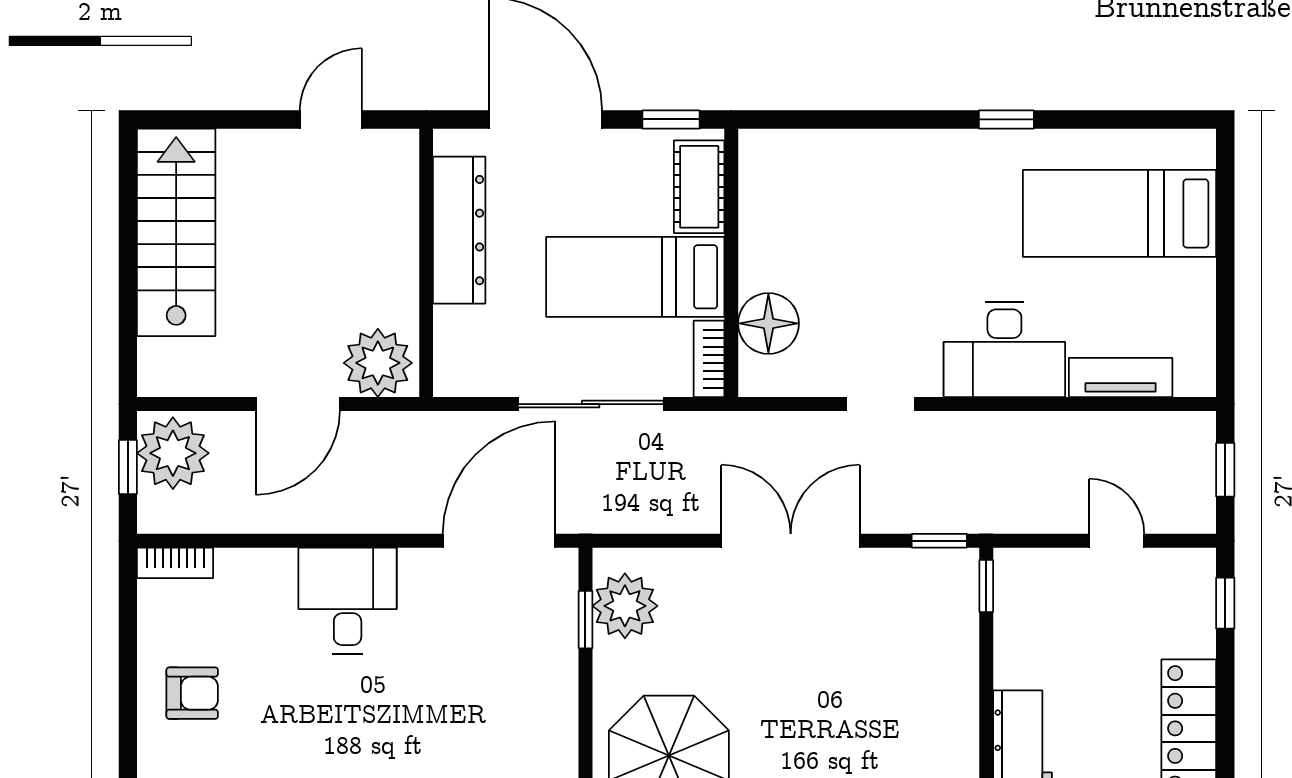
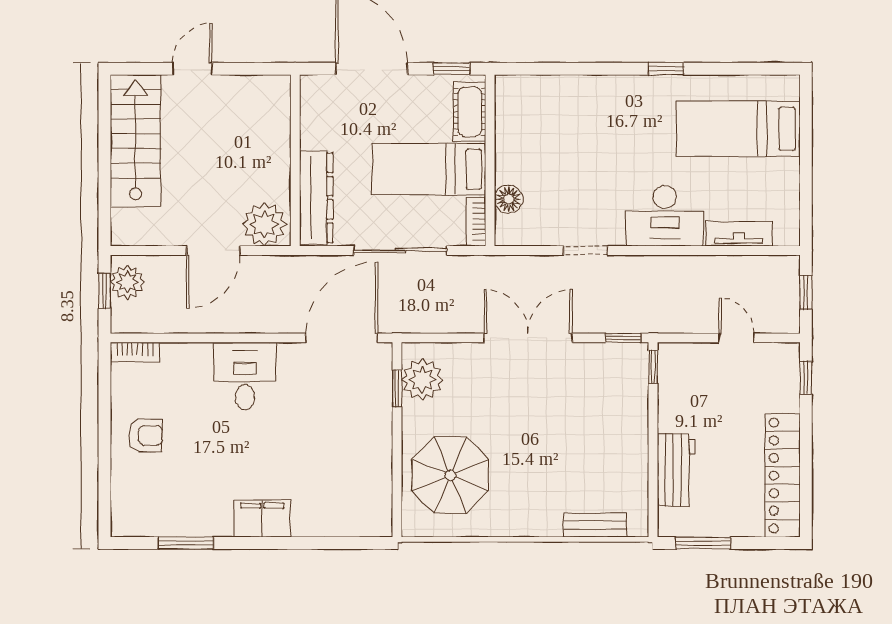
door: (331, 119) -> (192, 69), moved
dresser: (459, 230) -> (316, 198), moved
floor lamp: (768, 323) -> (509, 199), width x0.73, depth x0.73
plant: (173, 453) -> (127, 282), width x0.73, depth x0.73

